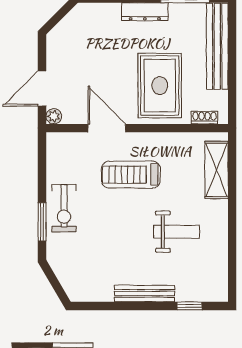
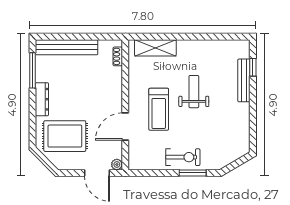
rug: (160, 86) -> (65, 136), moved
weight bench: (176, 232) -> (194, 92), moved
bench: (145, 294) -> (244, 80), moved

